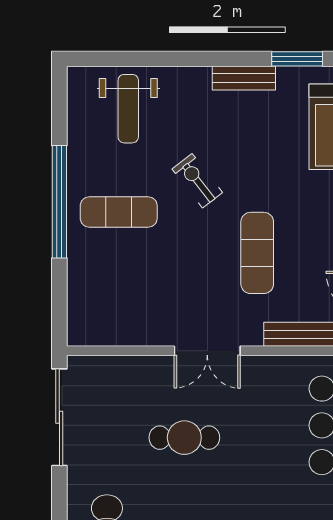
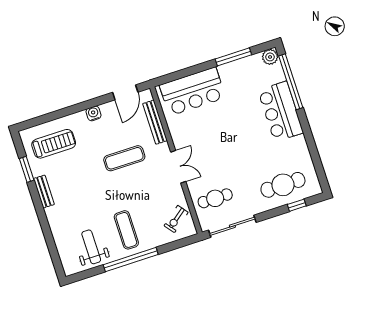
weight bench: (128, 109) -> (91, 247), moved, turned -90
exercise bike: (197, 181) -> (176, 219), moved
cafe table: (184, 438) -> (215, 198), moved, turned 90

